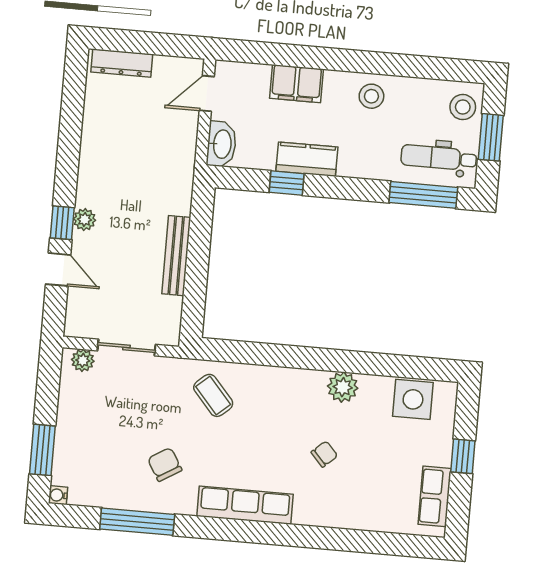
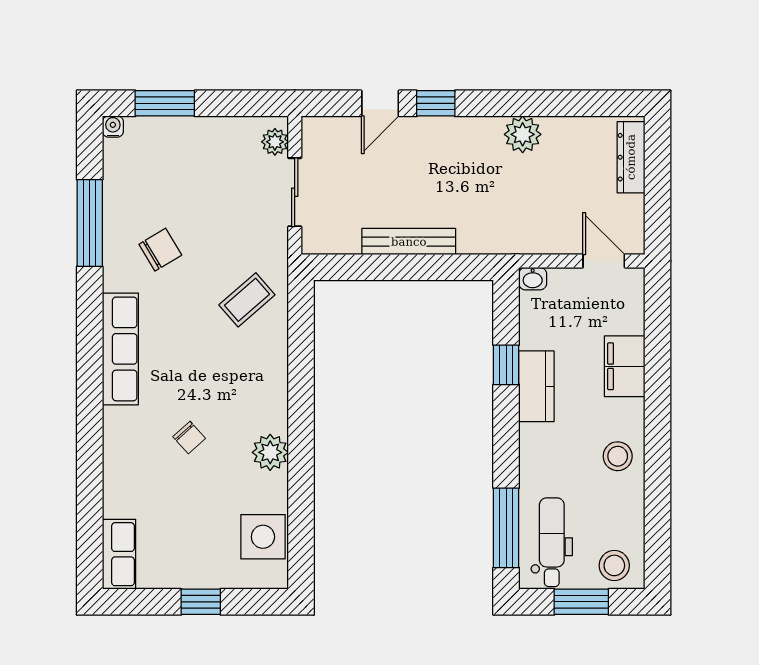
washbasin: (222, 144) -> (533, 279), width x0.52, depth x0.69
plant: (85, 220) -> (523, 134), moved, width x1.38, depth x1.38
row of seats: (435, 496) -> (119, 554), moved, turned 90

